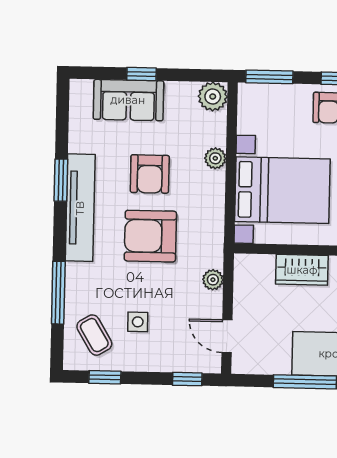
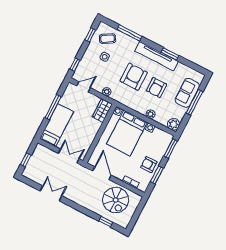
window: (142, 74) -> (194, 102), width x2.17
armchair: (150, 174) -> (156, 87), turned -90
wardrobe: (302, 270) -> (102, 111), moved

